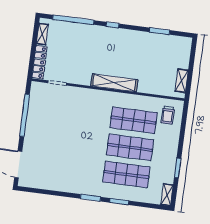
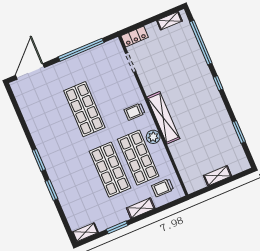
locker: (40, 62) -> (135, 37), width x0.66
shelving: (182, 81) -> (217, 176), moved
plant: (124, 99) -> (153, 137), added
trolley: (96, 102) -> (134, 112), added
shelving: (174, 141) -> (141, 208), added
shop shelf: (126, 174) -> (84, 109), moved

